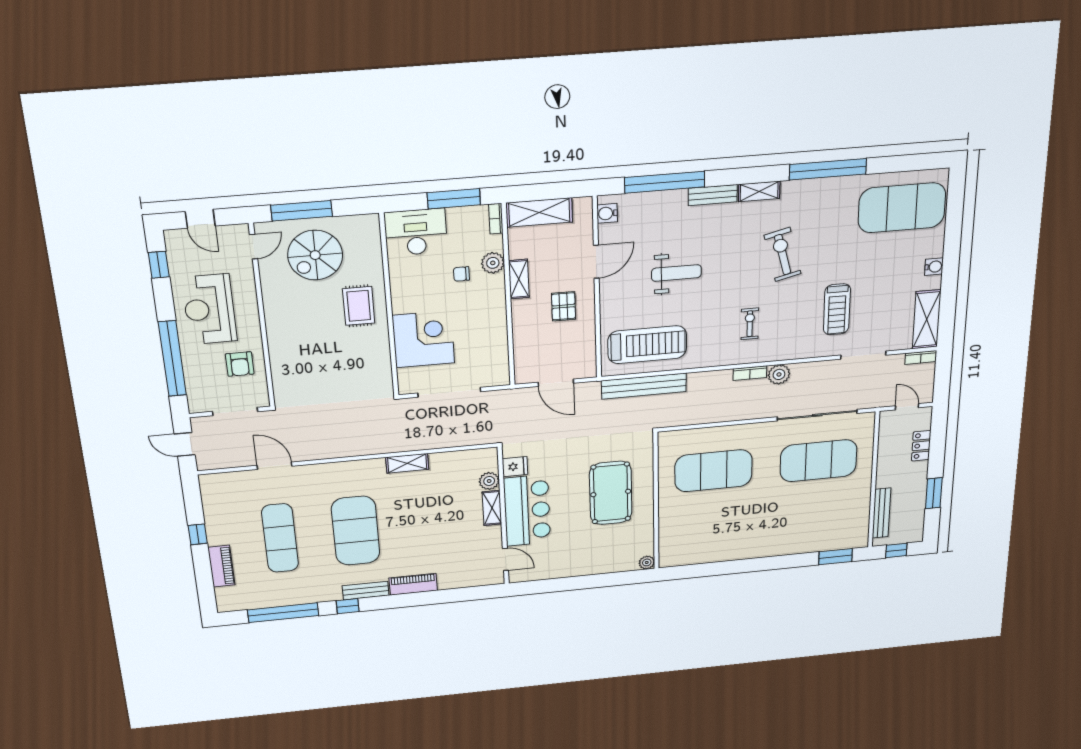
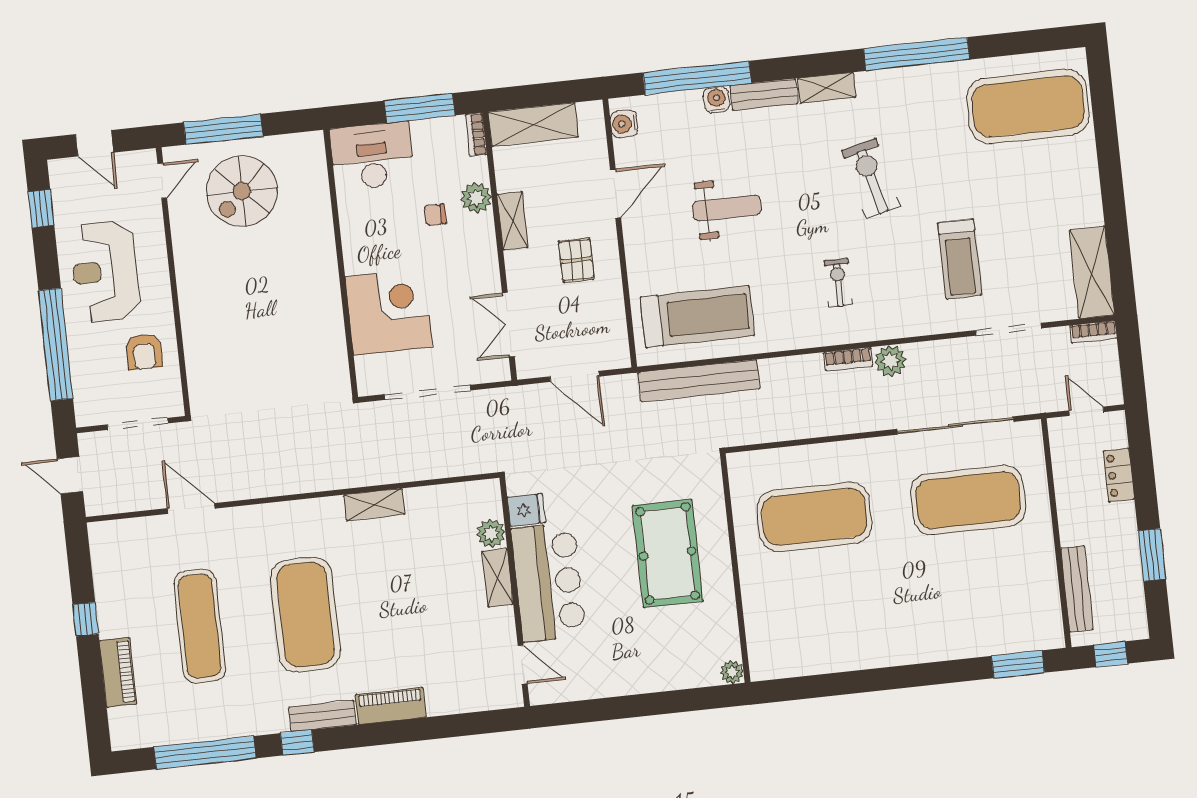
water cooler: (934, 267) -> (717, 100), moved, turned -90
rug: (359, 306) -> (300, 264), removed
double door: (511, 349) -> (508, 325), added

